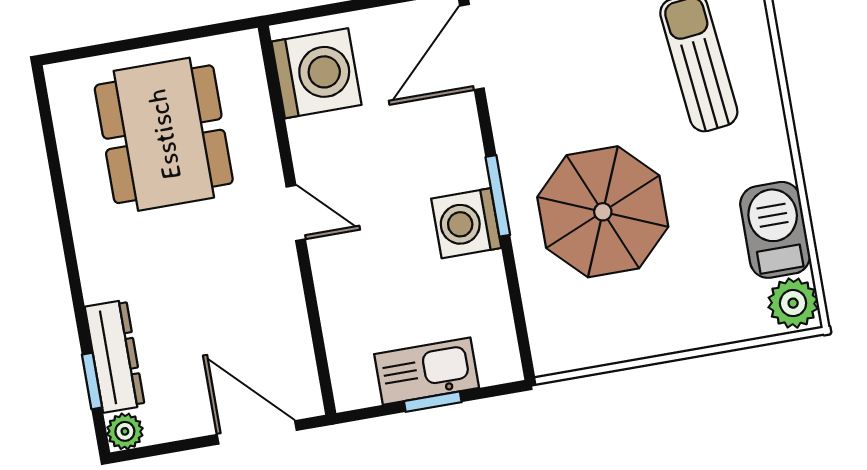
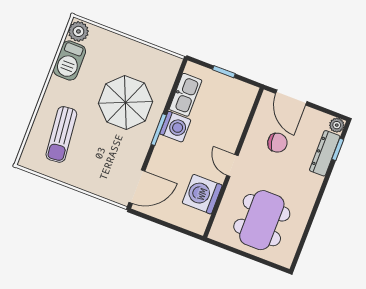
washing machine: (317, 73) -> (202, 194), moved
chair: (229, 319) -> (277, 143), added
kitchen sink: (427, 371) -> (186, 95), moved, turned -90

